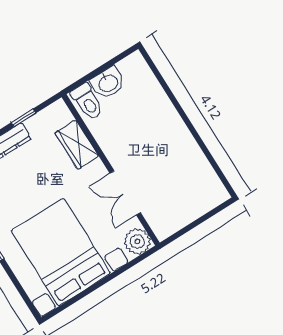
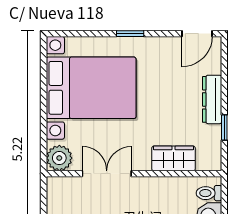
toilet: (87, 102) -> (209, 193), width x0.73, depth x0.72

